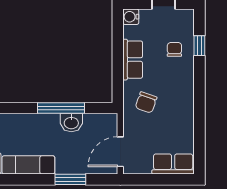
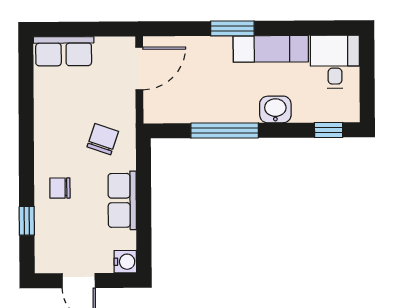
chair: (174, 49) -> (60, 188), moved, turned 90
washbasin: (71, 123) -> (275, 109), moved
window: (70, 179) -> (232, 28), moved

